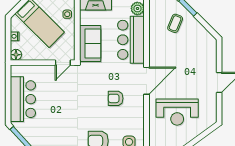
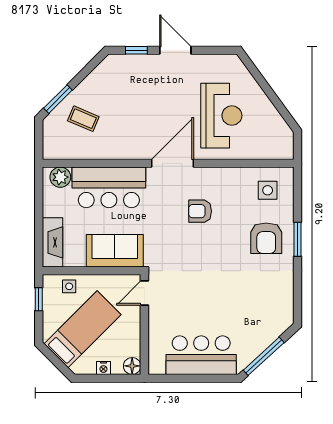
window: (219, 57) -> (136, 50), added
door: (63, 63) -> (144, 293), swing flipped
door: (146, 81) -> (173, 163), hinge flipped
armchair: (116, 98) -> (200, 211), turned 90

